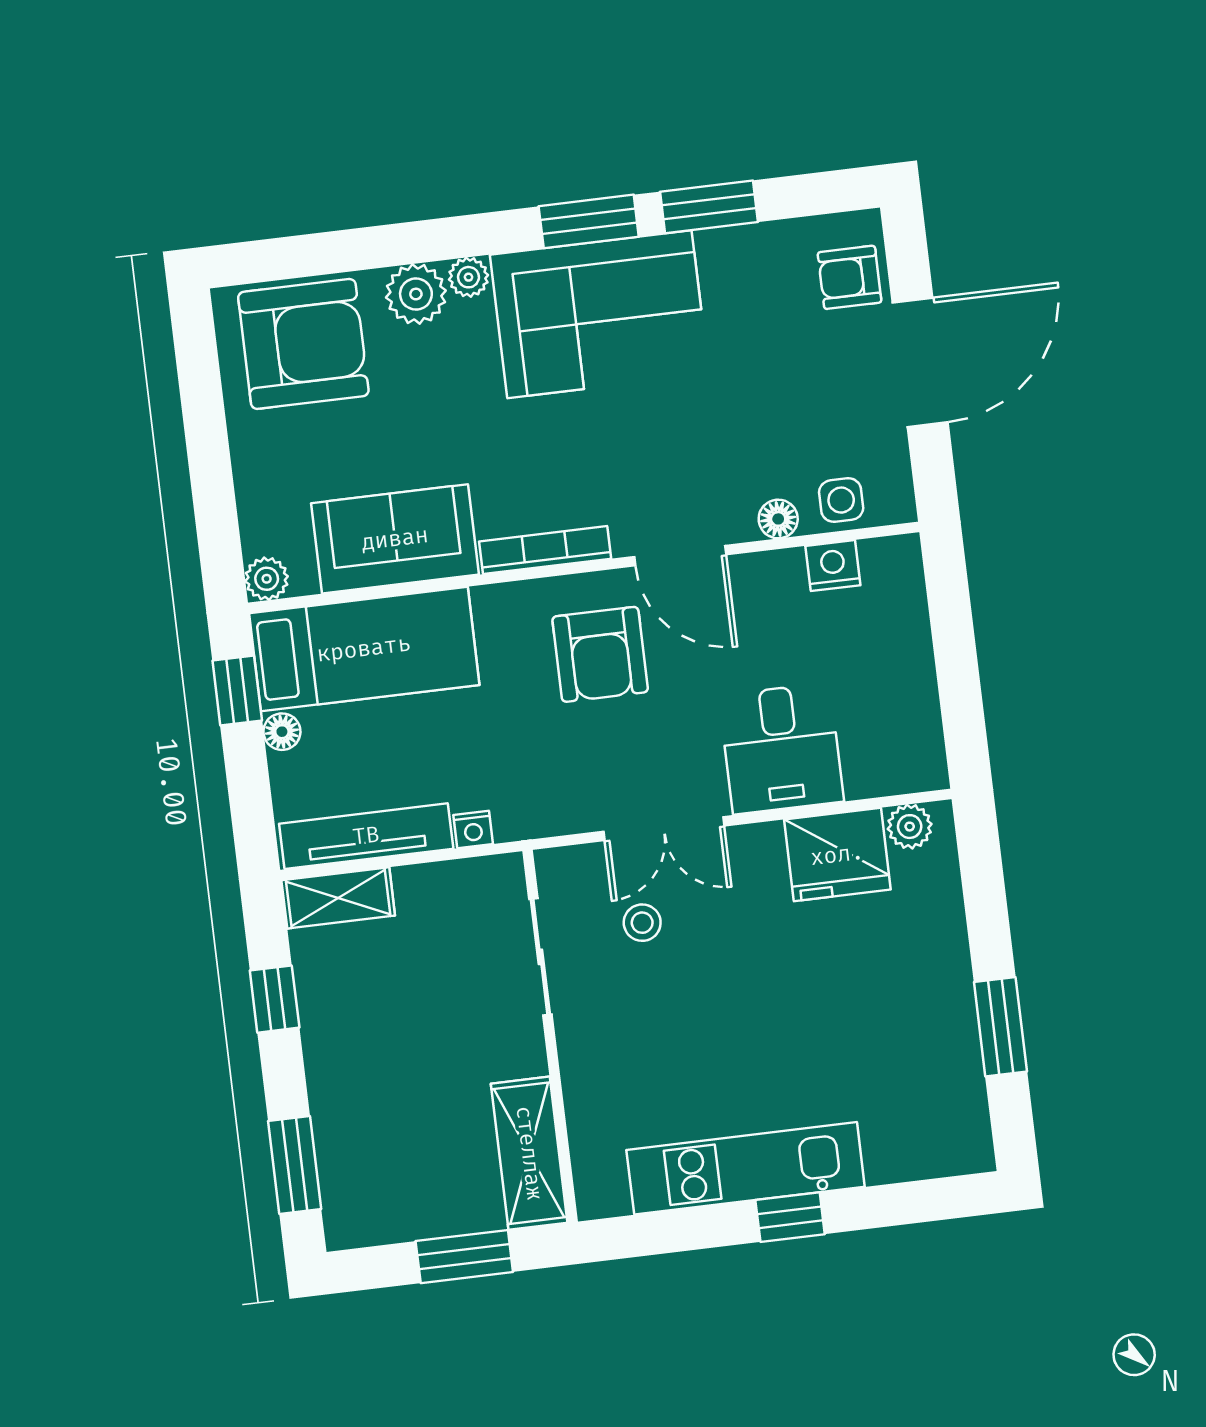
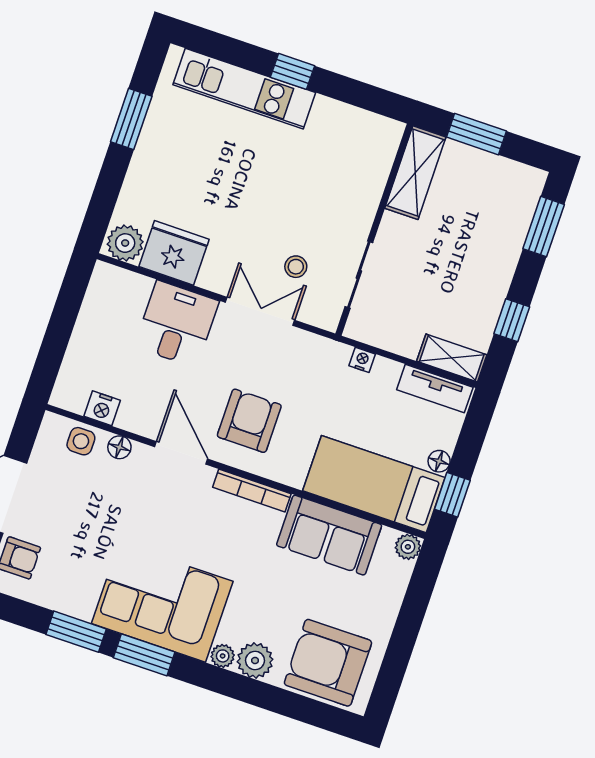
plant: (910, 827) -> (125, 243), width x1.38, depth x1.38
tv unit: (366, 836) -> (435, 388), width x0.71
kitchen unit: (746, 1168) -> (244, 89), moved

